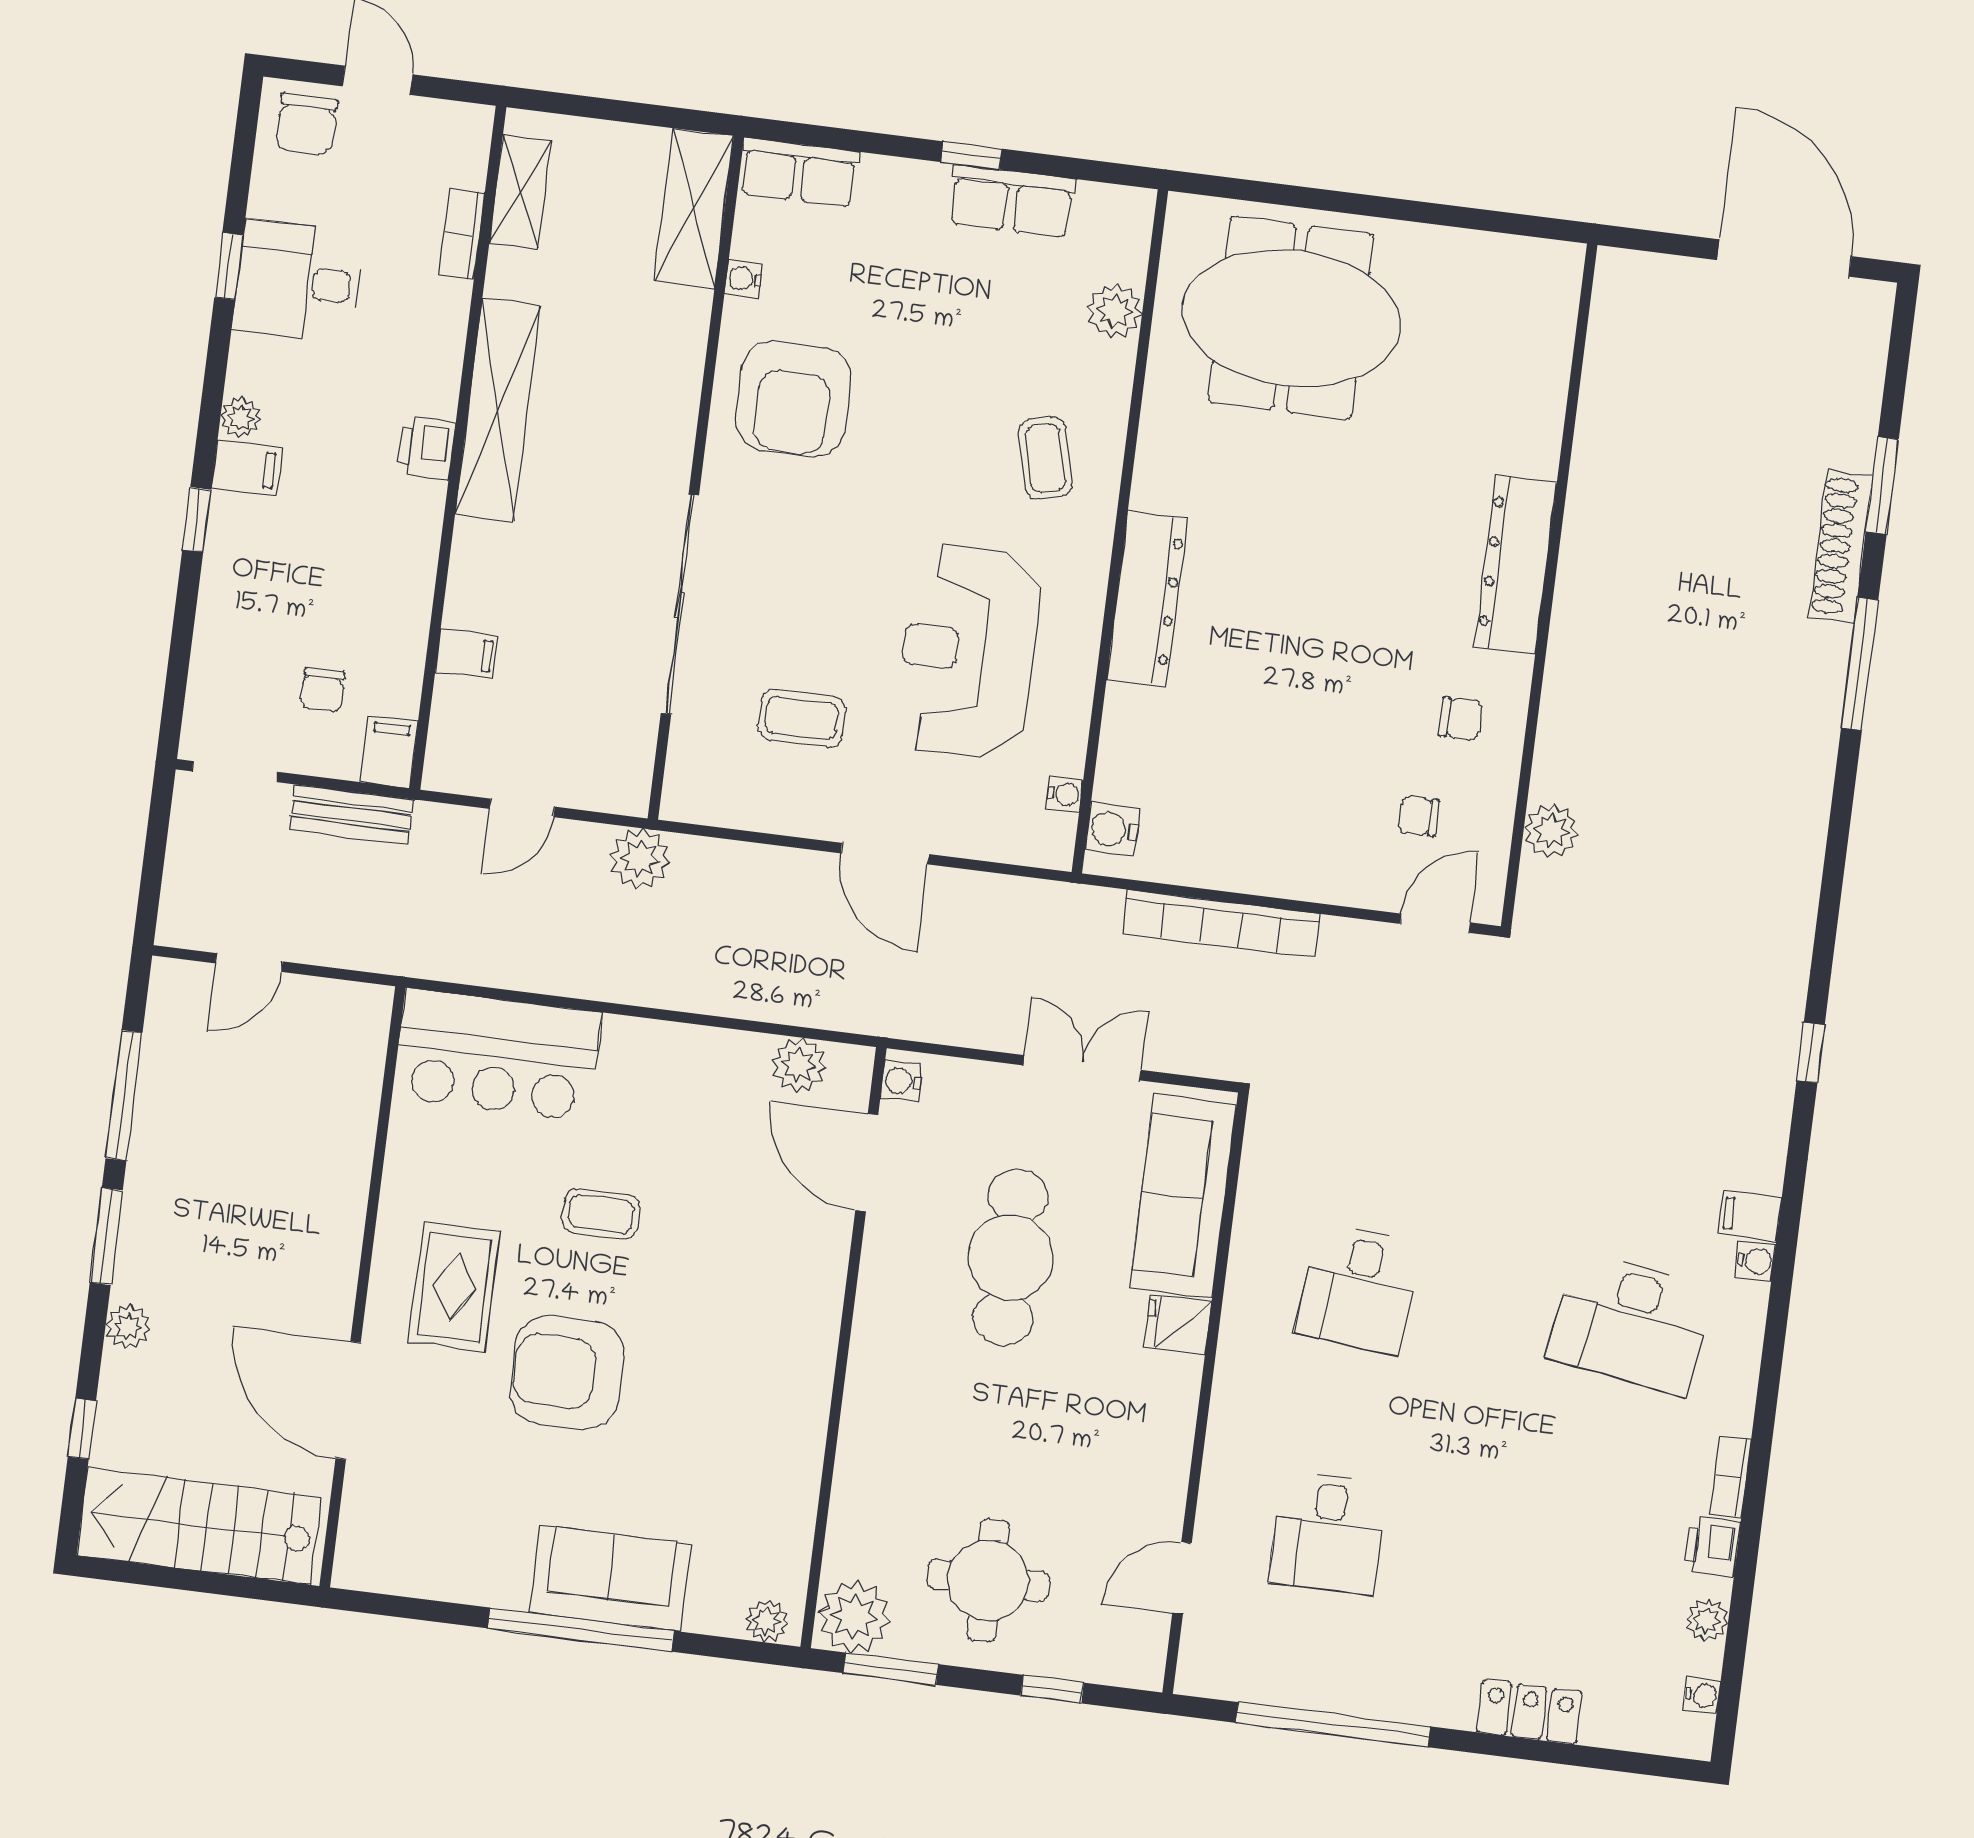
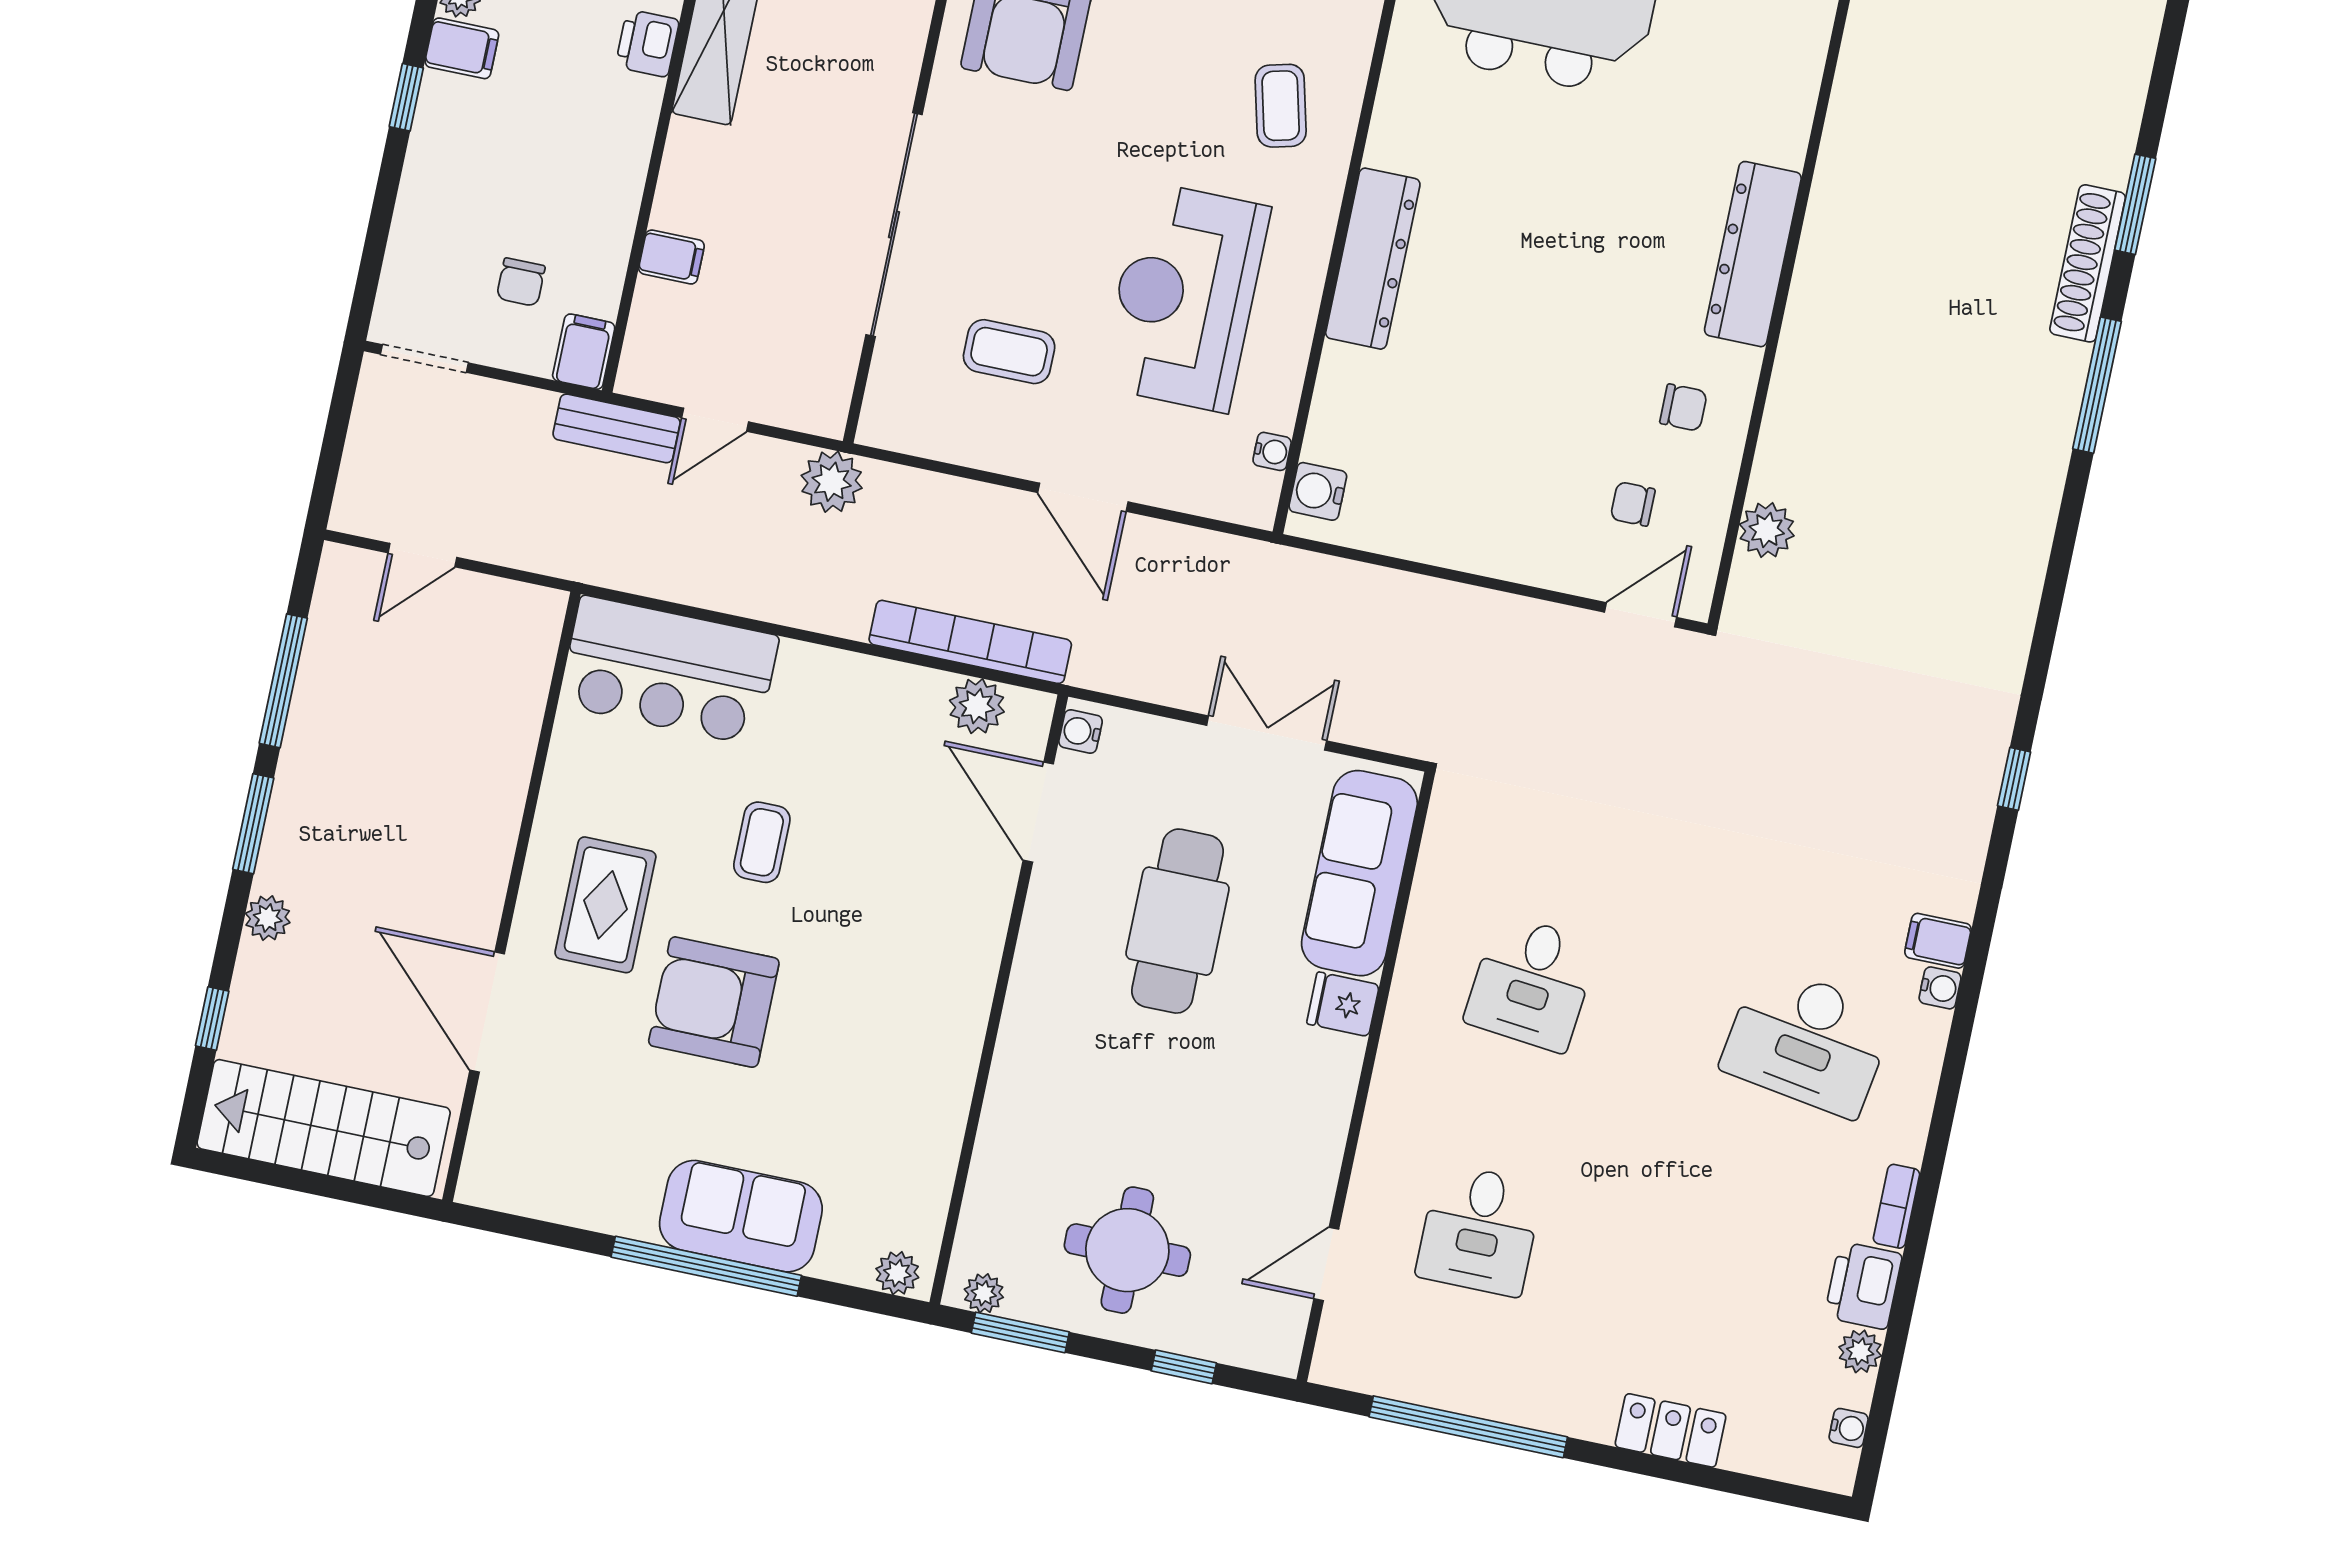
bench: (352, 814) -> (617, 428), moved
bookcase: (1221, 924) -> (970, 642), moved, turned 180
coffee table: (601, 1214) -> (762, 842), turned 90
printer: (1712, 1547) -> (1863, 1285), width x1.36, depth x1.24
plant: (854, 1617) -> (984, 1293), width x0.53, depth x0.53

